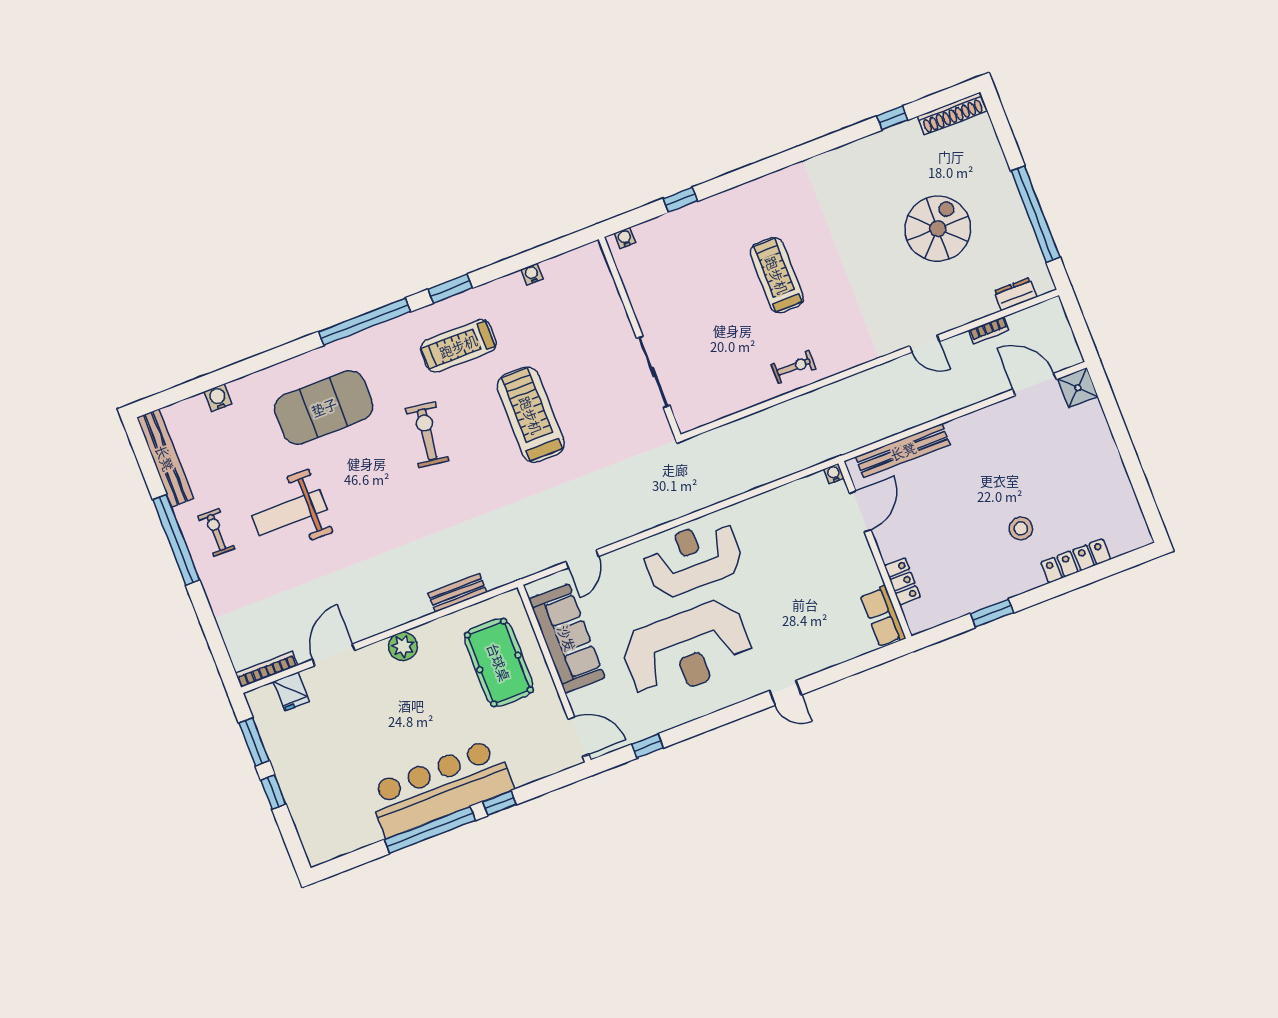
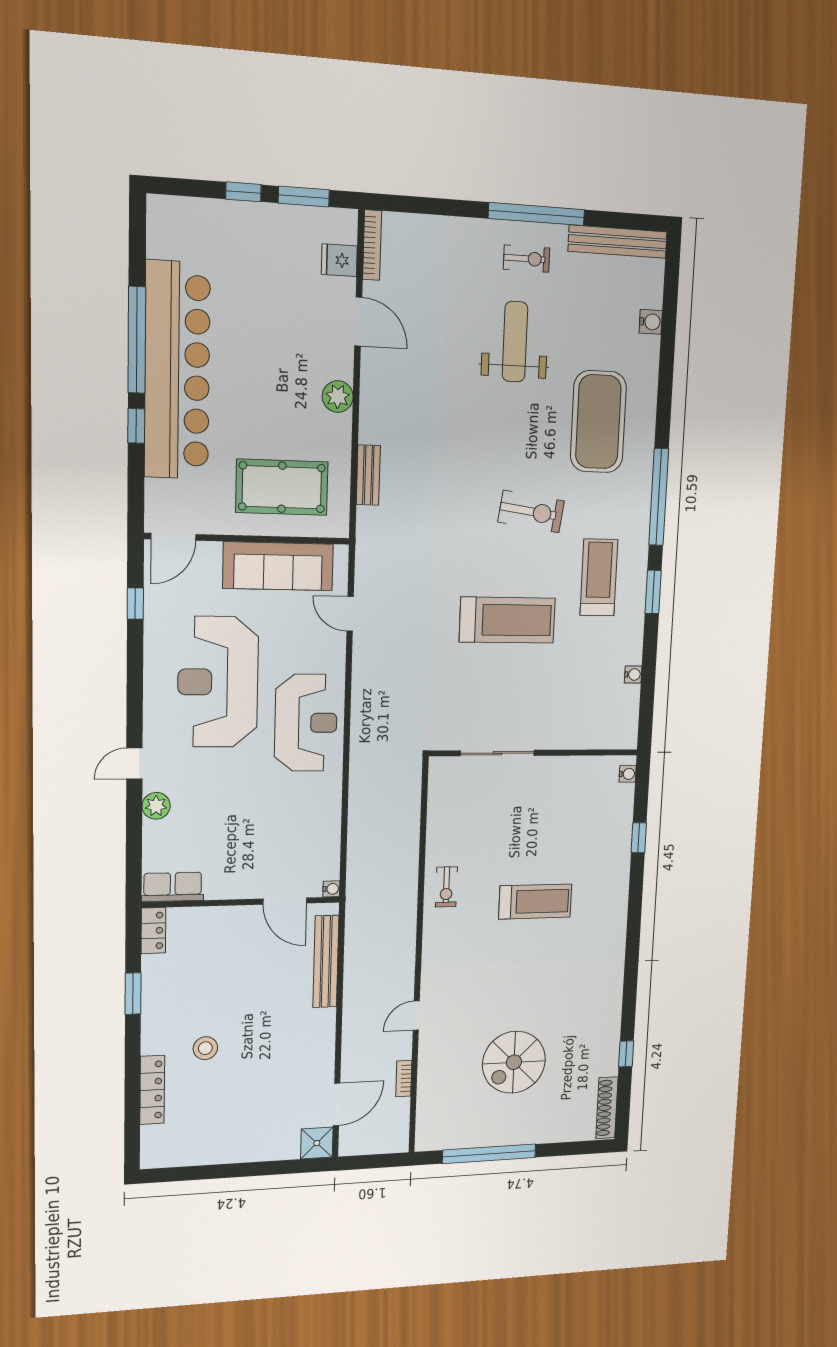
spiral stairs: (938, 229) -> (514, 1062), turned 90
dresser: (1016, 294) -> (426, 1113), removed
locker: (902, 581) -> (153, 931), moved, turned -90
plant: (816, 660) -> (156, 806), added
bar counter: (440, 788) -> (177, 371), width x1.36

